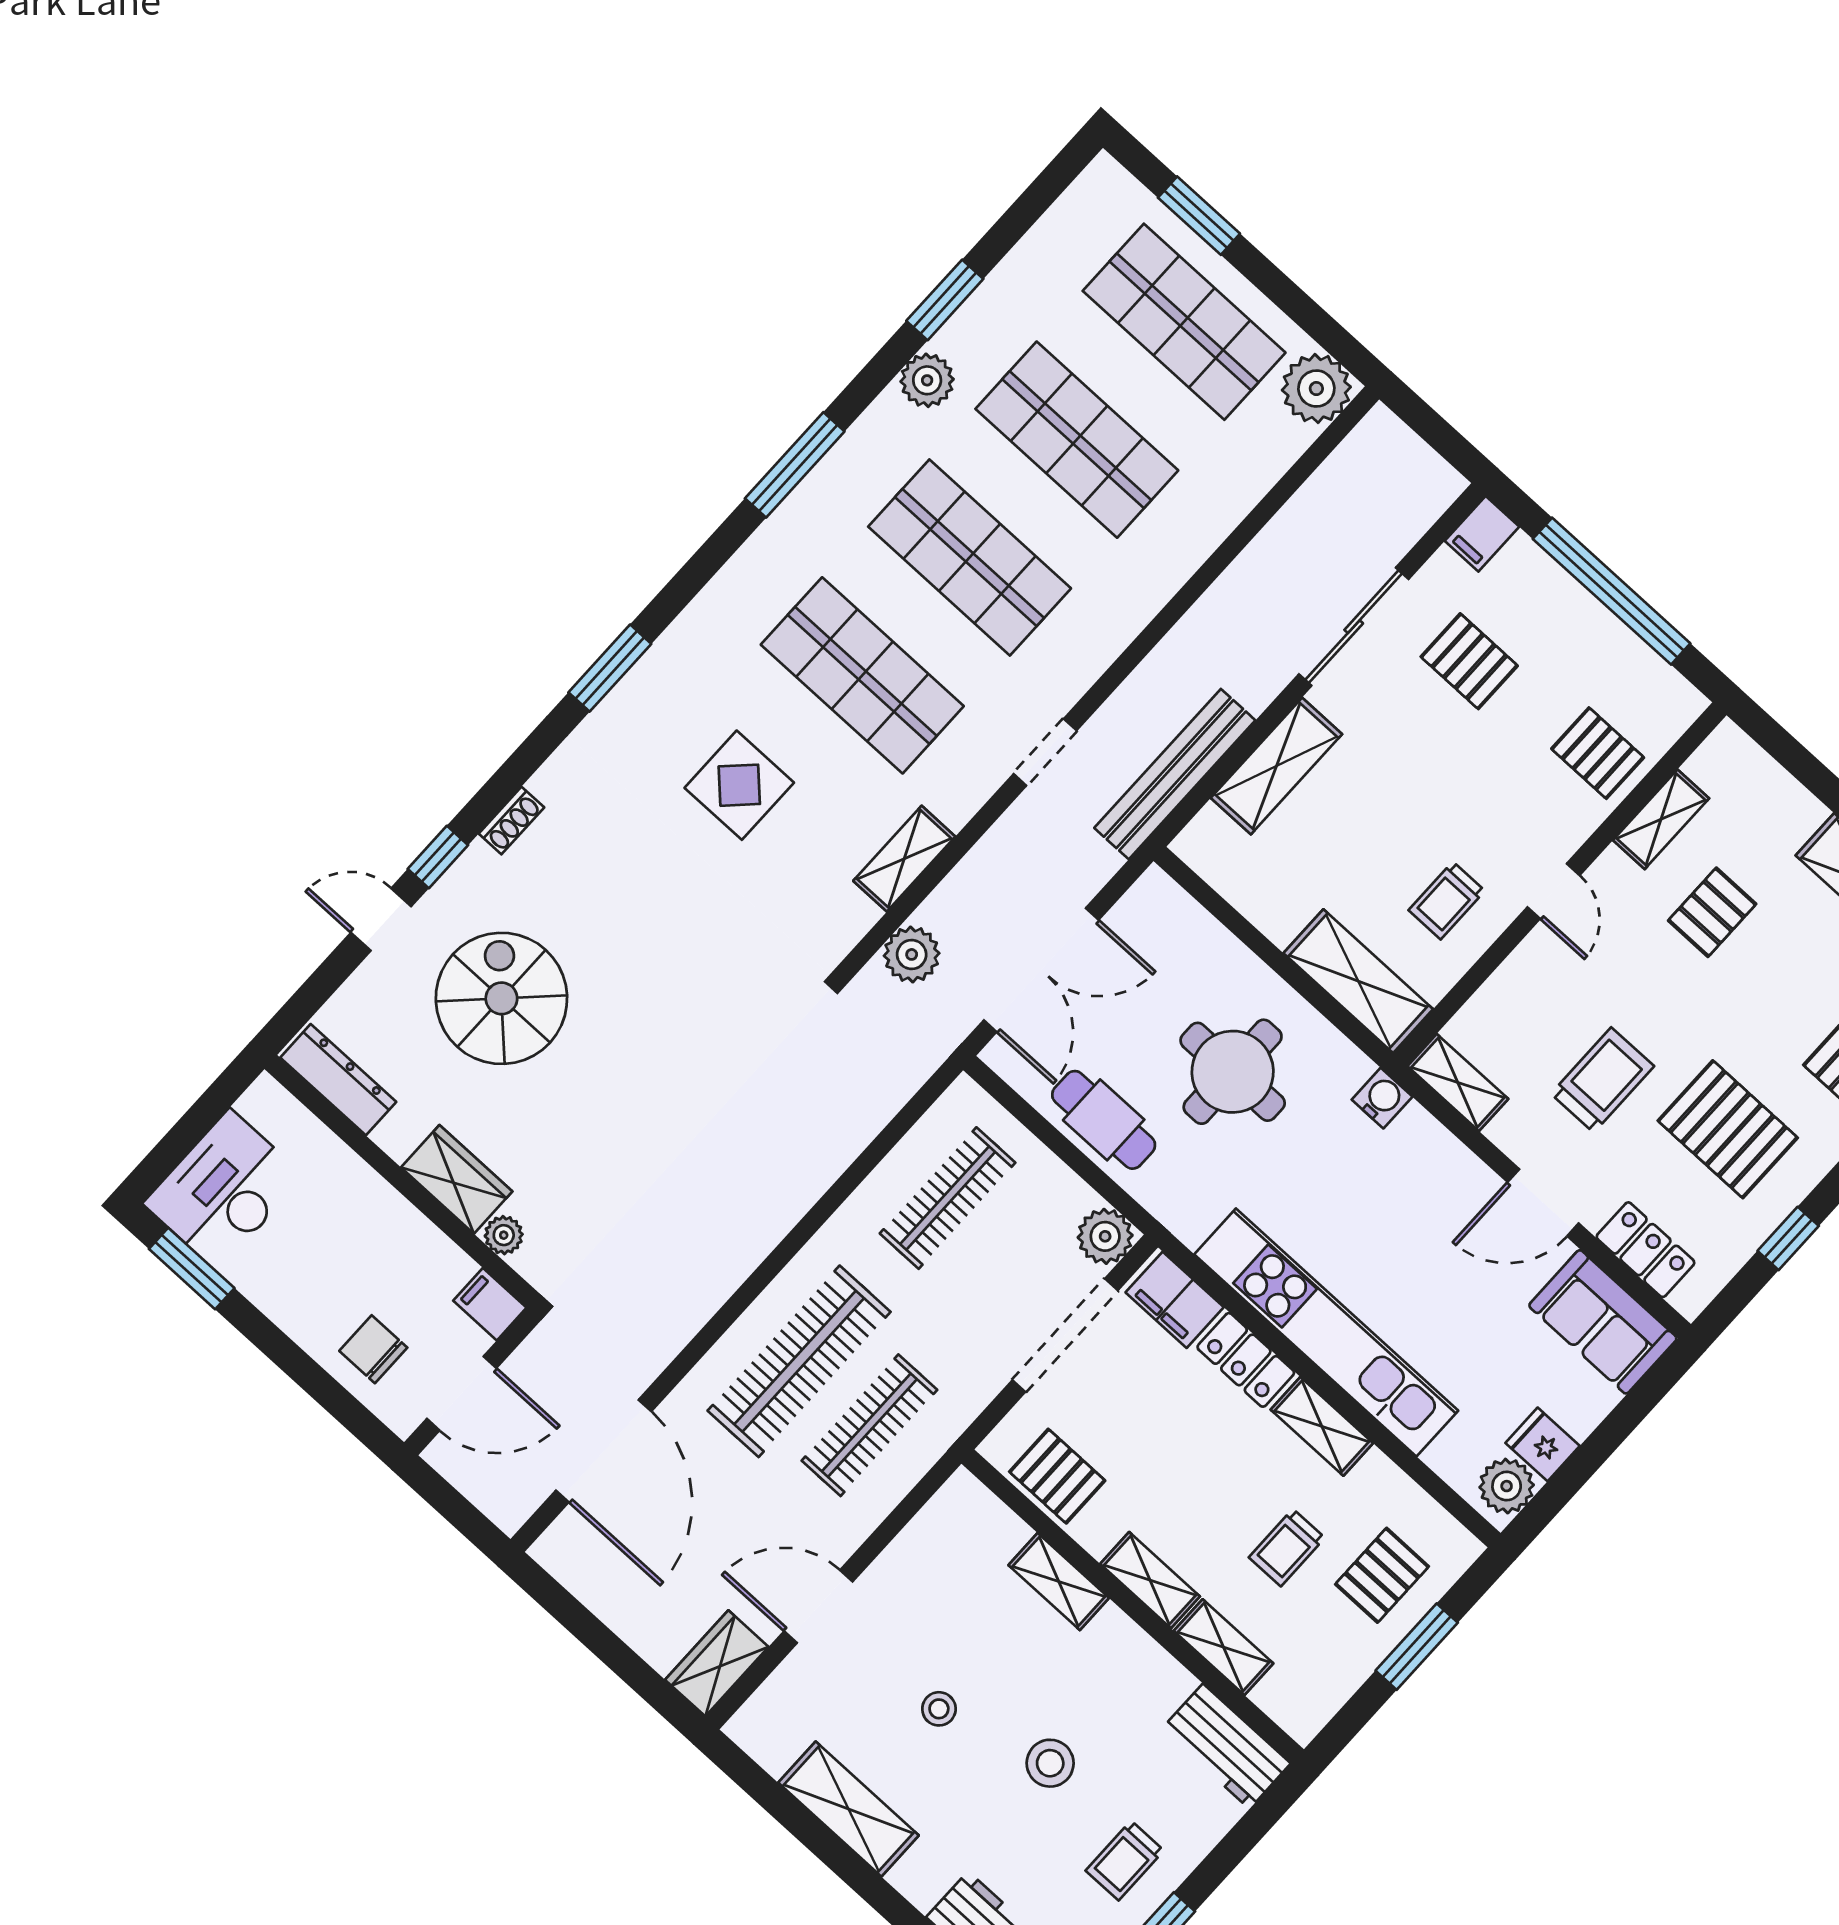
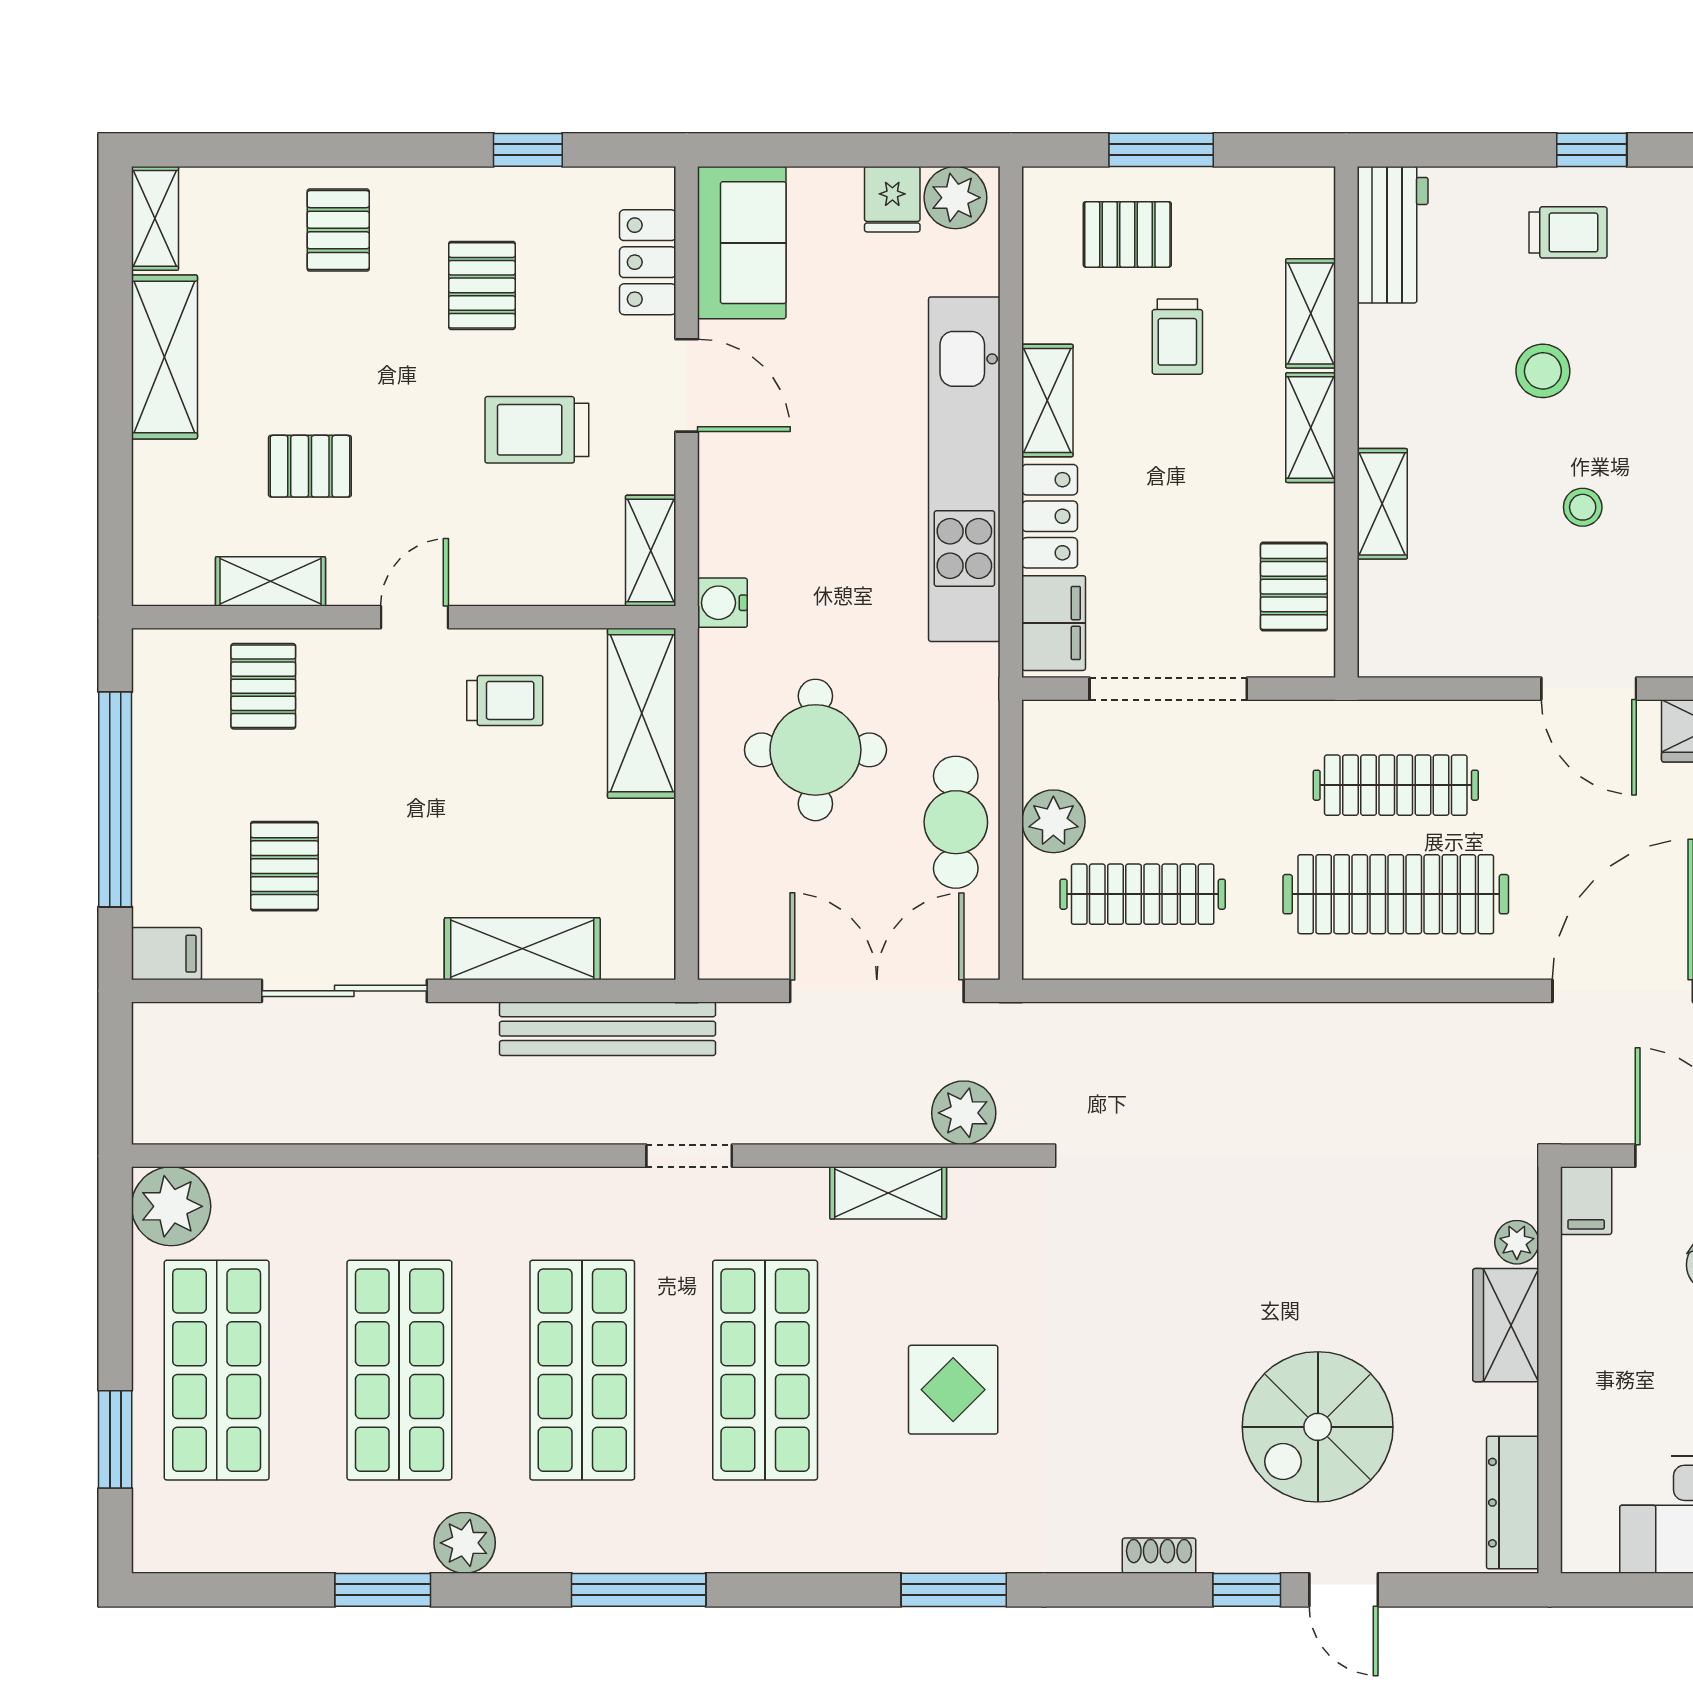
pallet: (1728, 1129) -> (482, 285), width x0.67, depth x0.71
plant: (1105, 1236) -> (1053, 821), moved
trolley: (1287, 1548) -> (1177, 337), turned 90

